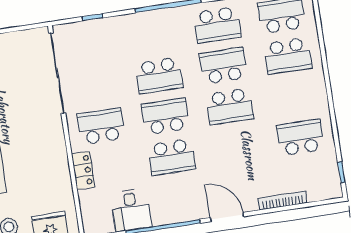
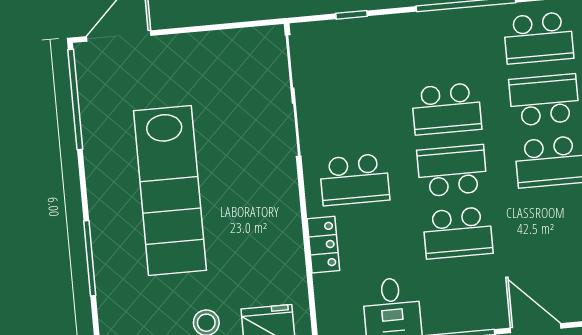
school desk: (101, 126) -> (354, 180), turned 180

